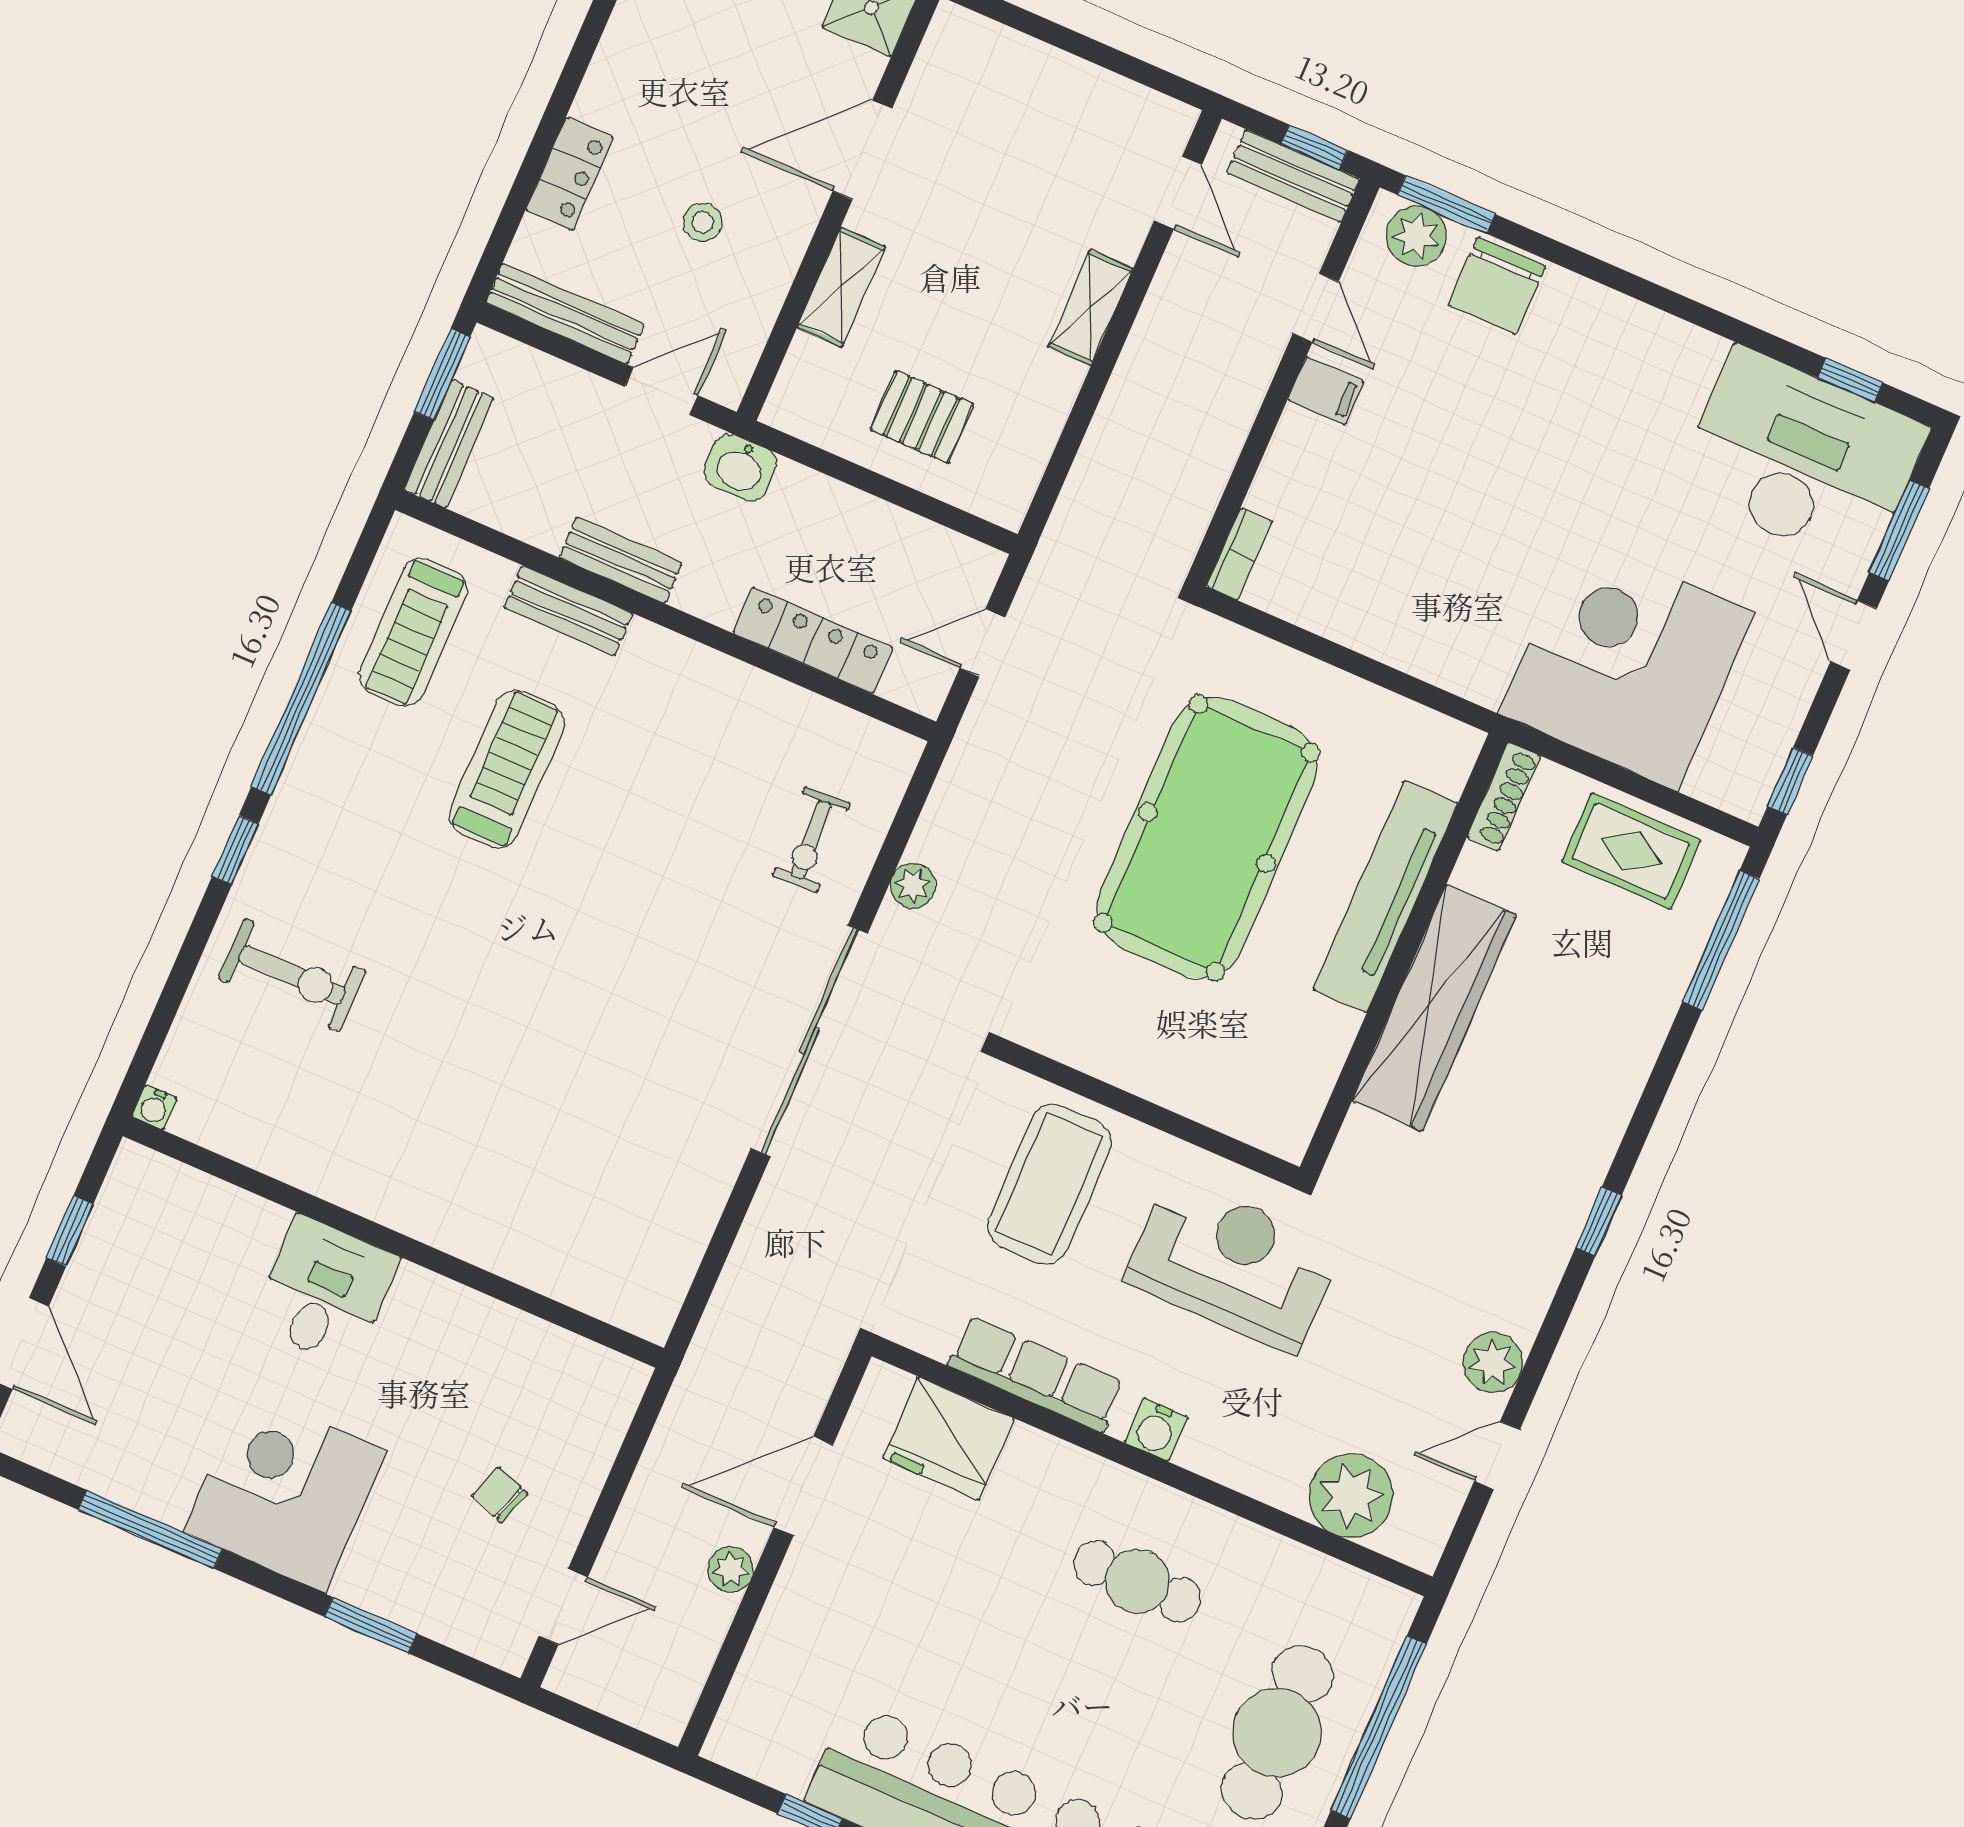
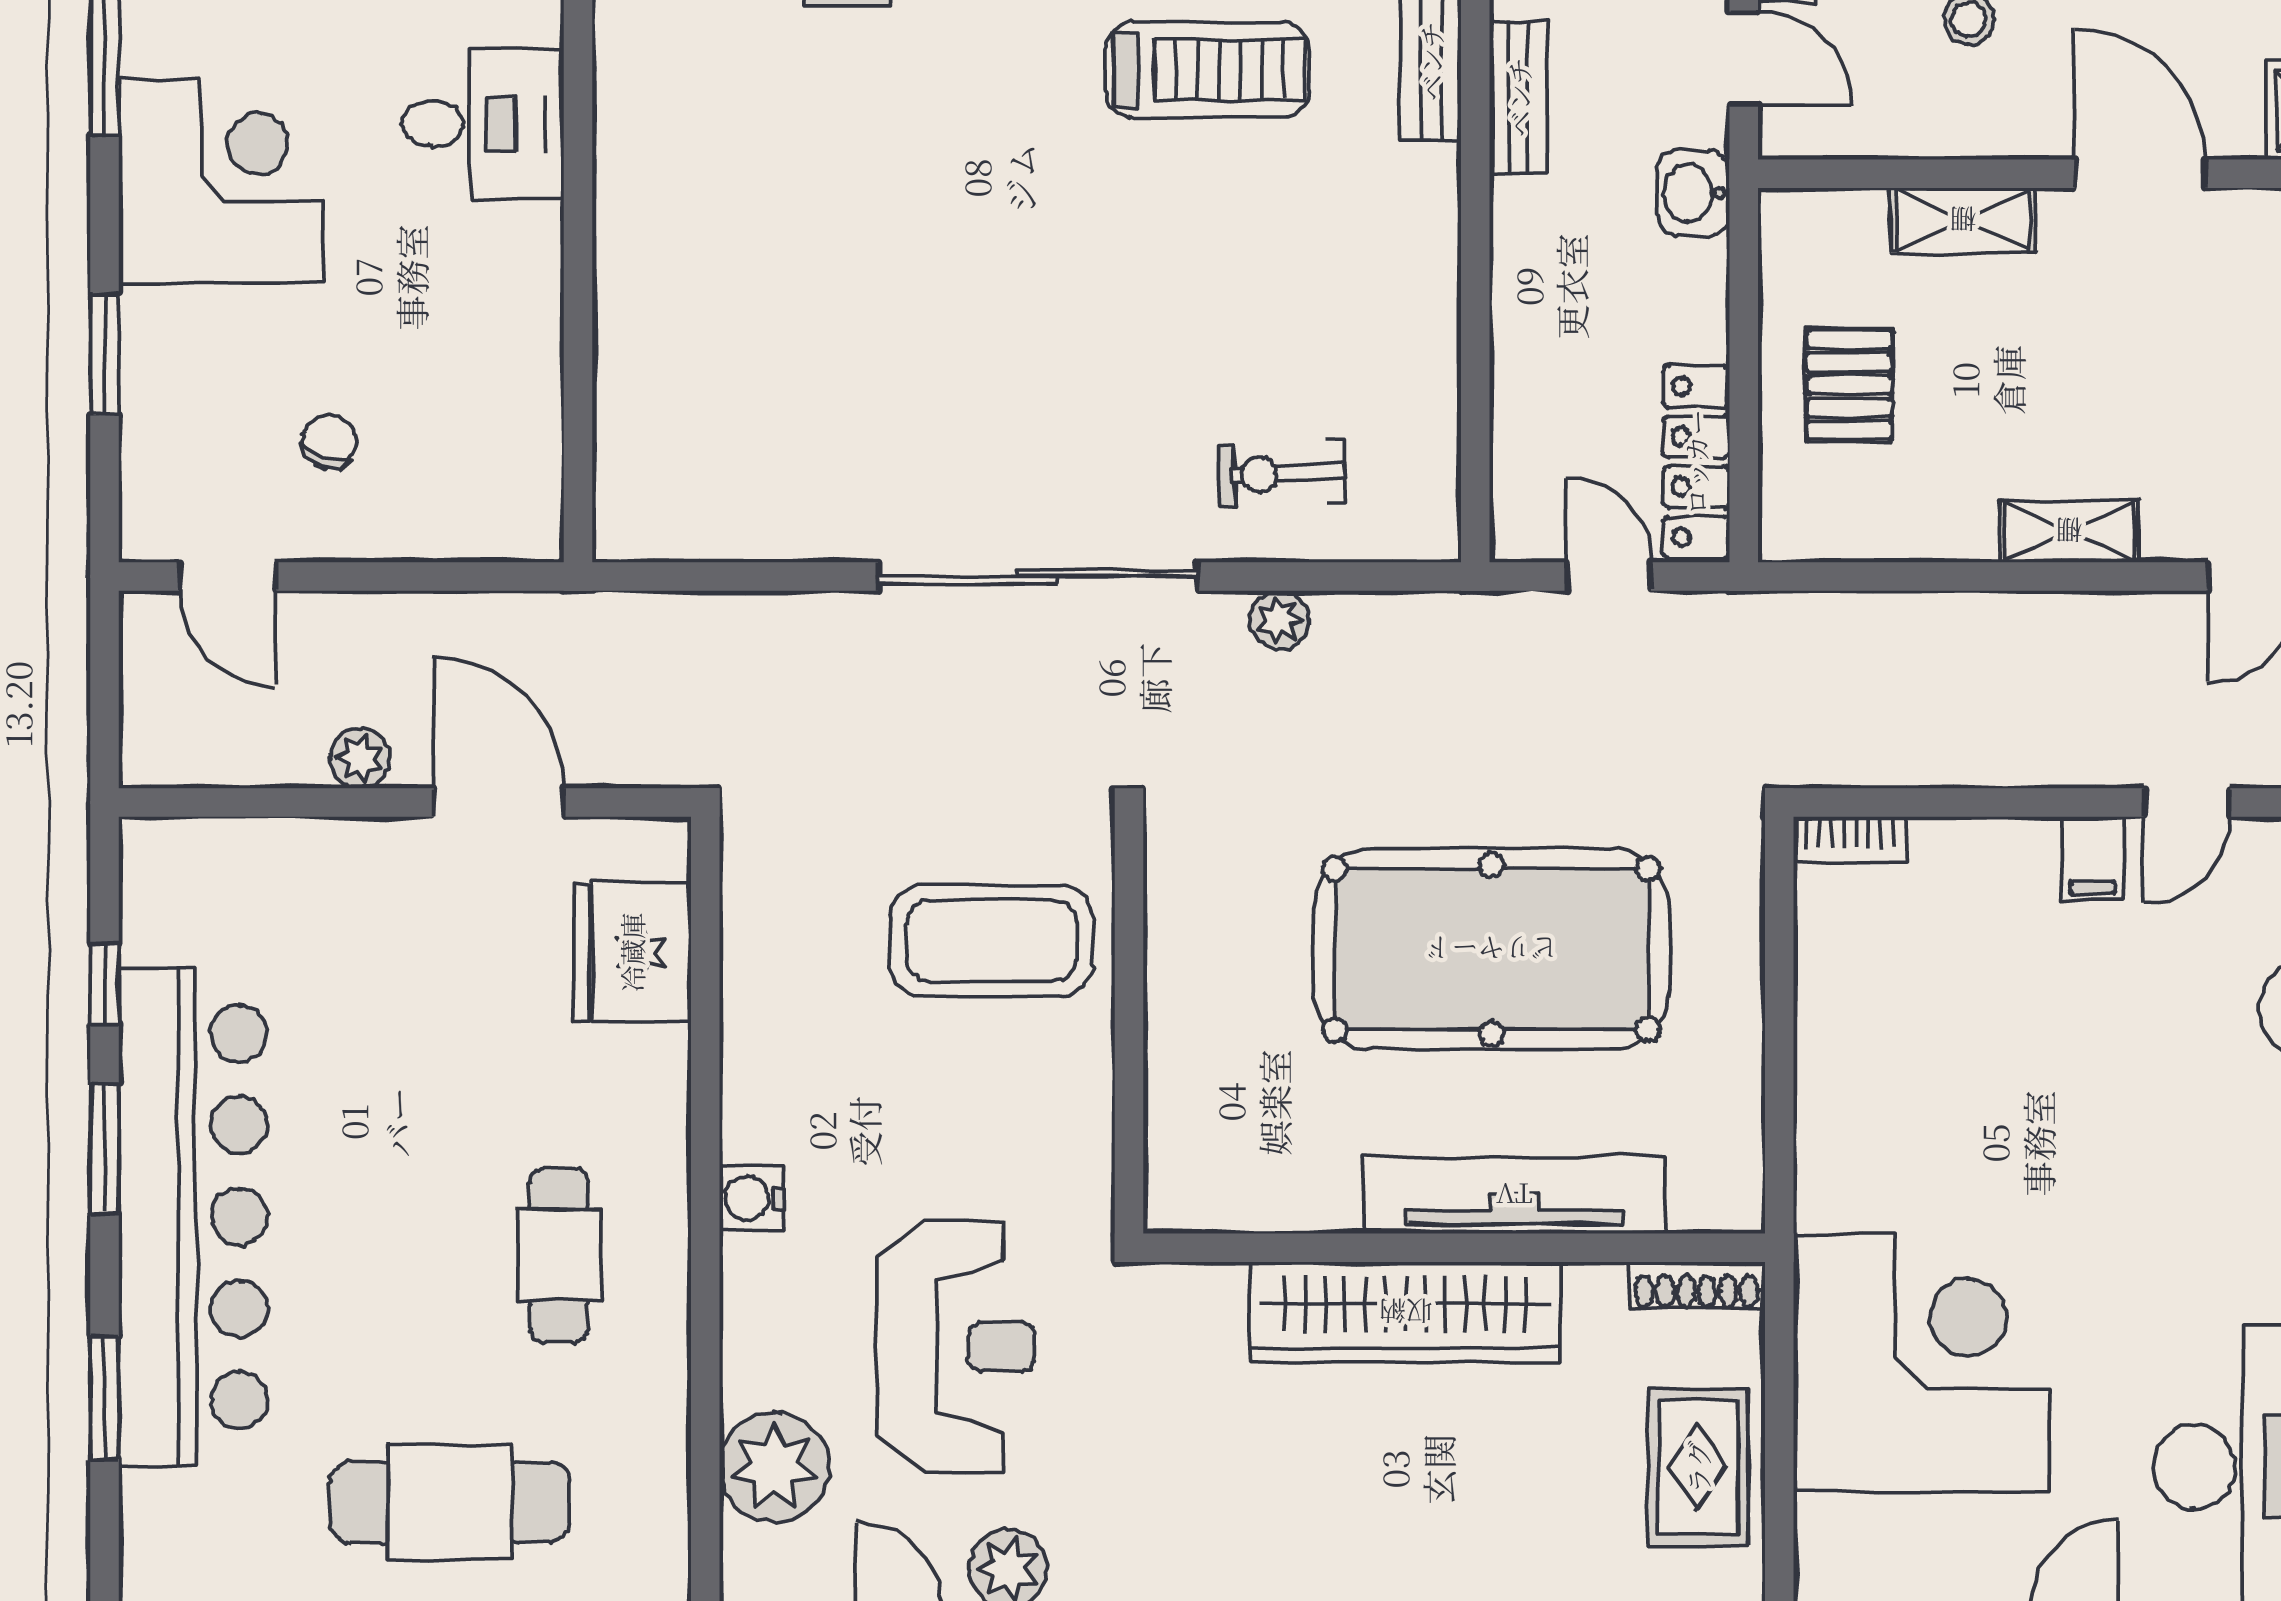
locker: (813, 640) -> (1696, 462), moved, turned 180
reception desk: (1233, 1264) -> (956, 1347), moved
row of seats: (1036, 1374) -> (756, 1024), removed

